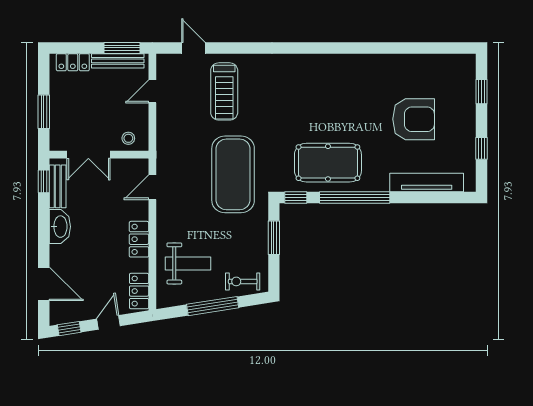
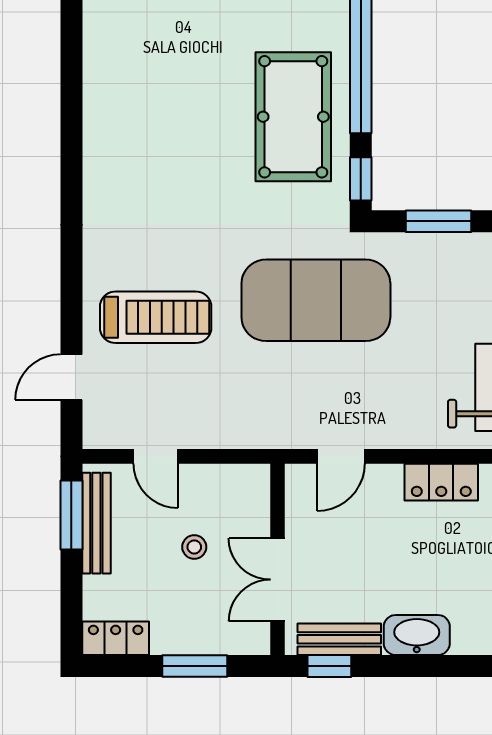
locker: (73, 62) -> (116, 638), moved, turned -90
stool: (128, 138) -> (194, 547), moved
double door: (88, 155) -> (278, 580), swing flipped
door: (152, 187) -> (341, 456), hinge flipped

